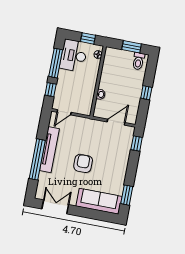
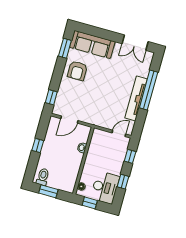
window: (56, 63) -> (123, 182), width x0.46
armchair: (83, 163) -> (77, 71), moved

